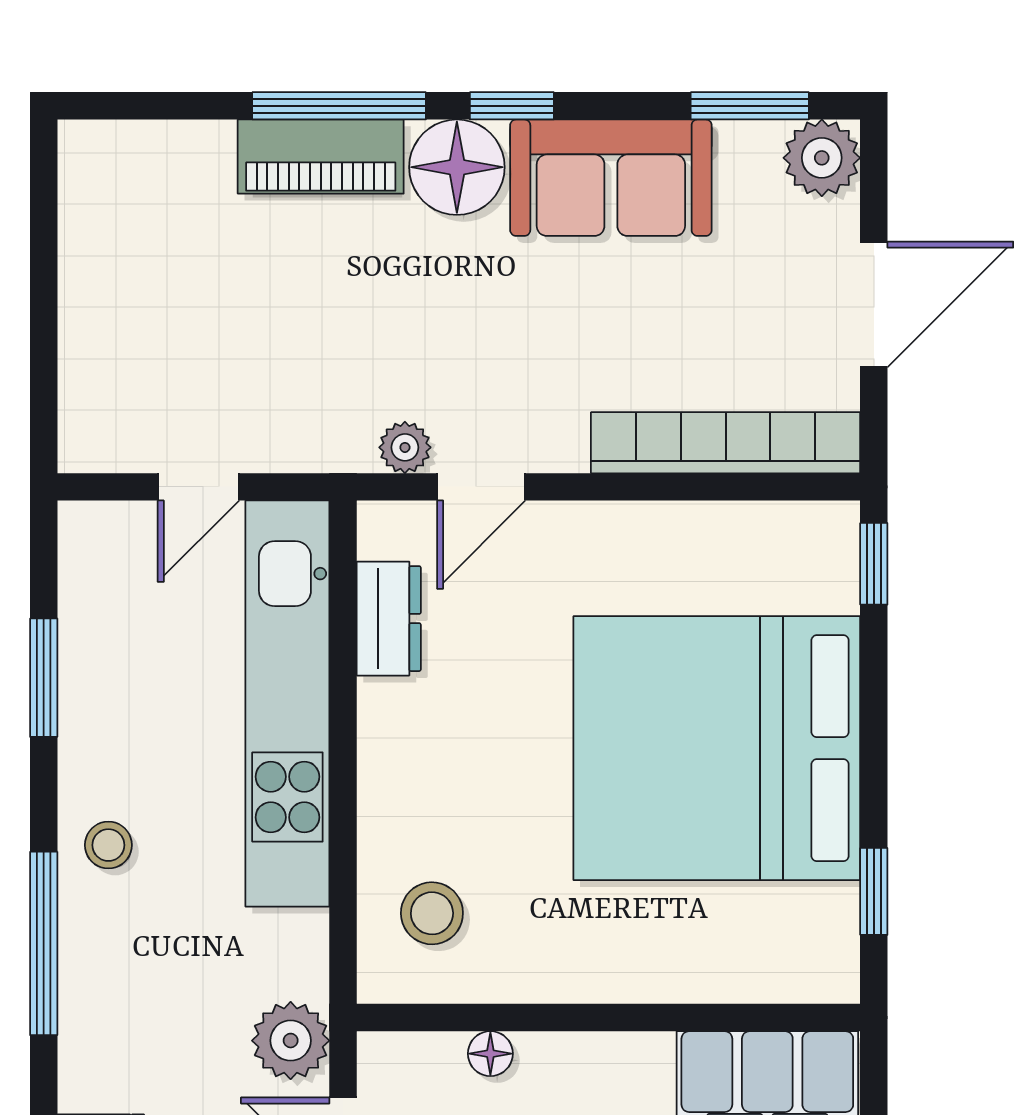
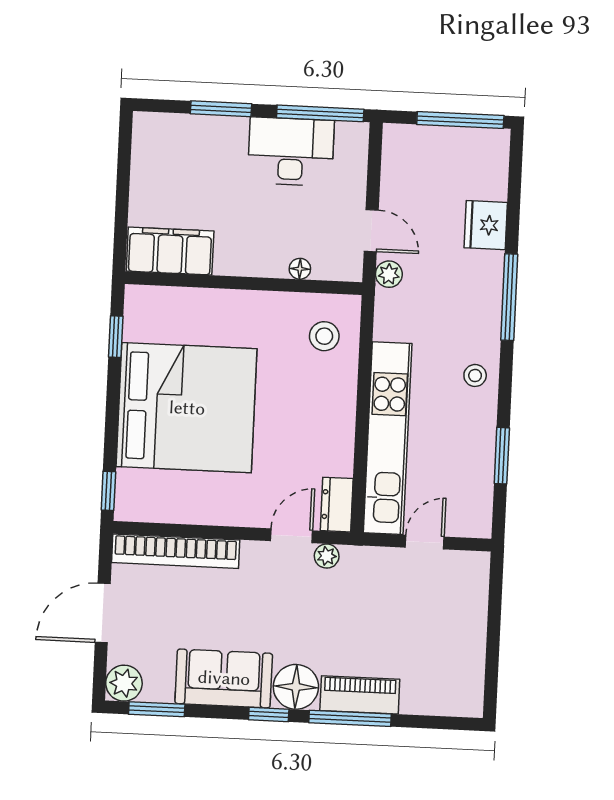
dresser: (389, 619) -> (337, 505), moved
window: (44, 943) -> (509, 297), moved
plant: (291, 1041) -> (389, 274), width x0.73, depth x0.73

